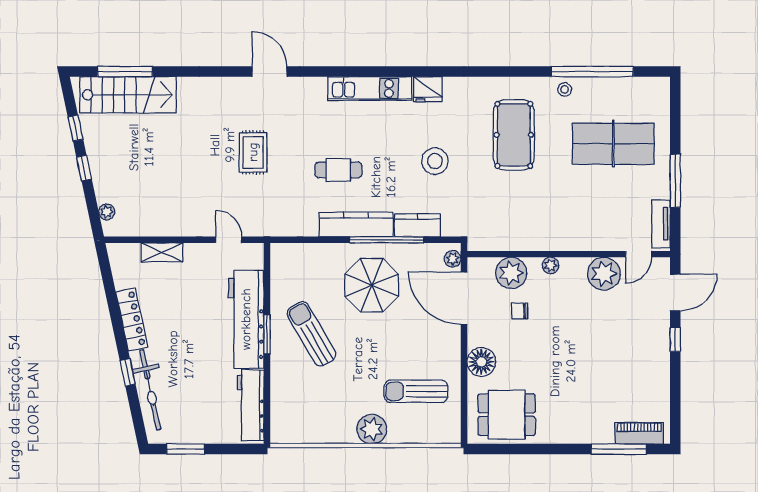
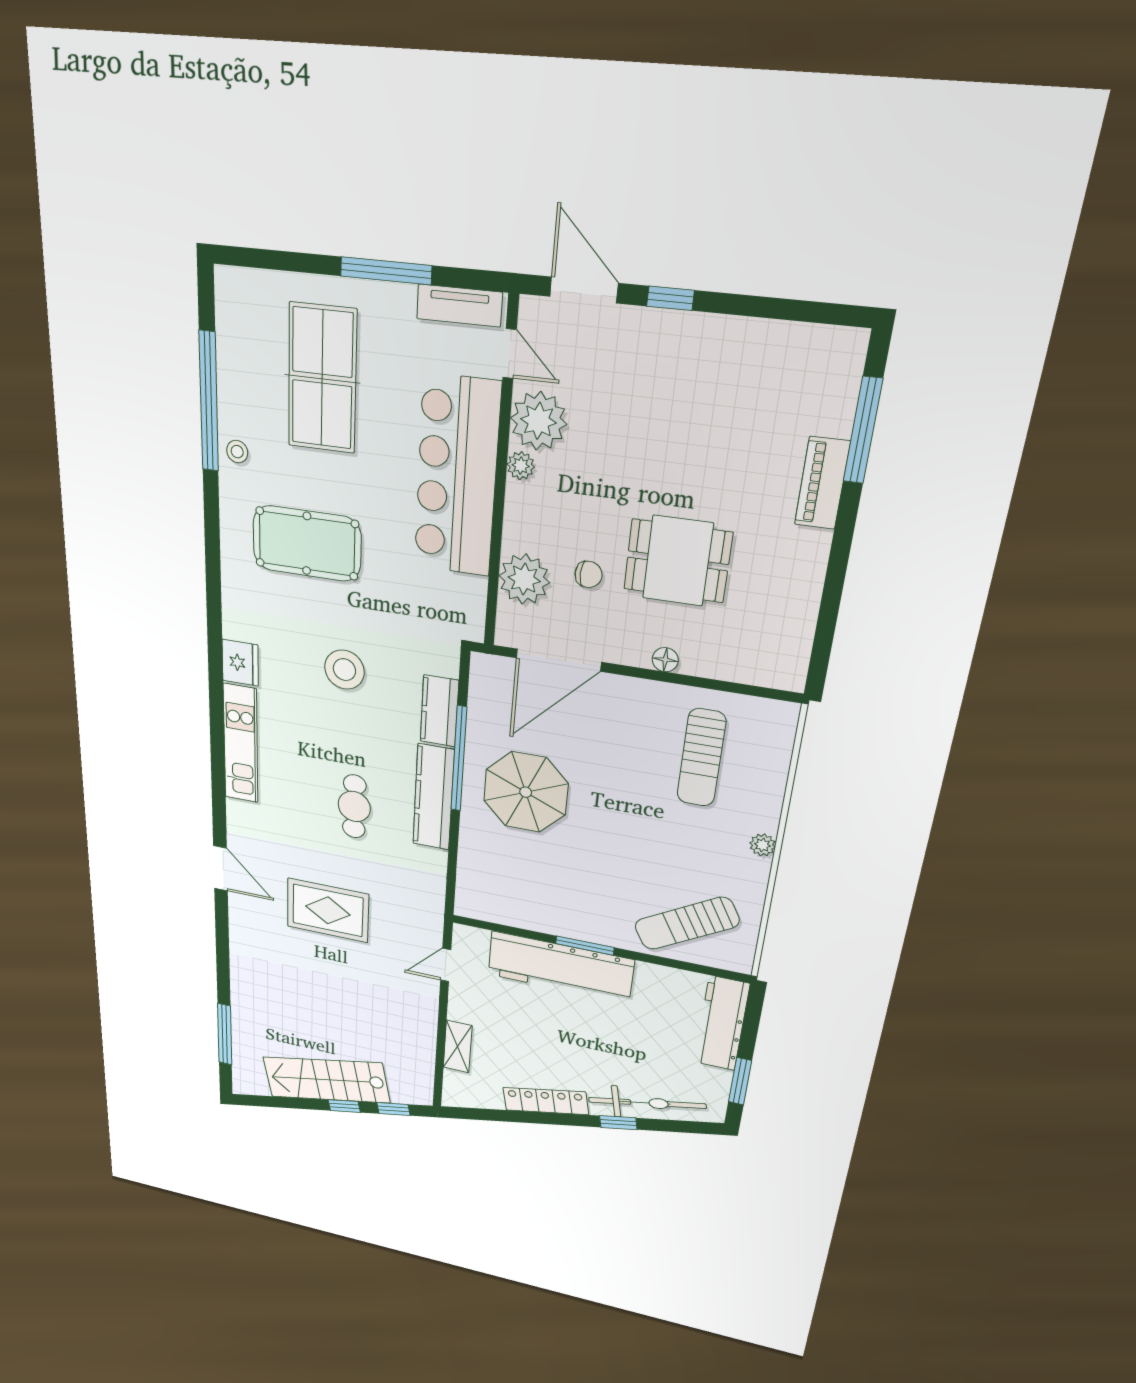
door: (269, 72) -> (221, 868), swing flipped
stairs: (128, 95) -> (326, 1080), moved, turned -102
window: (75, 128) -> (393, 1109), moved
rug: (253, 152) -> (328, 910), width x1.36, depth x1.43
plant: (107, 212) -> (401, 1095), removed
bar counter: (567, 228) -> (457, 477), added
plant: (453, 259) -> (494, 667), removed
plant: (550, 265) -> (521, 466), moved
chair: (520, 311) -> (589, 574), turned -88
sun lounger: (311, 334) -> (687, 923), moved
floor lamp: (481, 362) -> (665, 660), width x0.53, depth x0.53
workbench: (251, 405) -> (722, 1023), moved, turned 90
dining table: (507, 415) -> (678, 561), moved, turned 90
plant: (372, 429) -> (762, 845), width x0.53, depth x0.53
piano: (639, 433) -> (822, 483), moved

